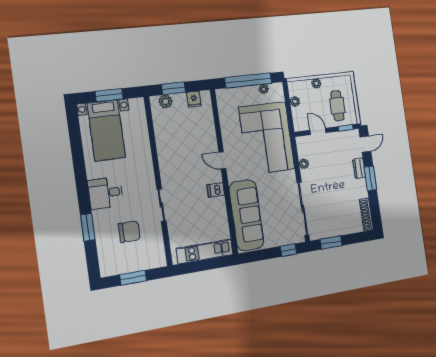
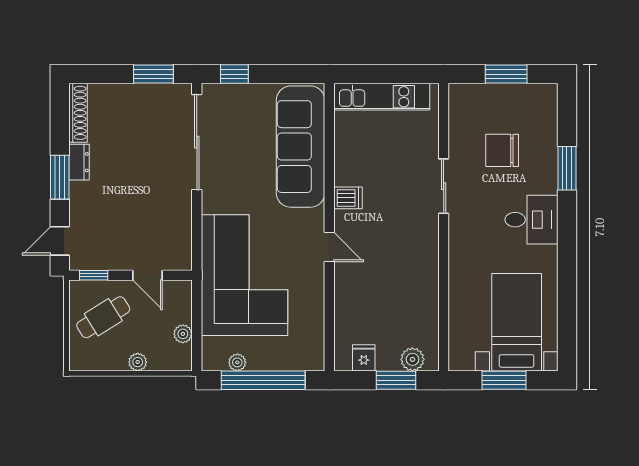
cafe table: (337, 106) -> (103, 317), turned 58
plant: (304, 164) -> (183, 221), removed
dresser: (359, 168) -> (79, 162), moved

